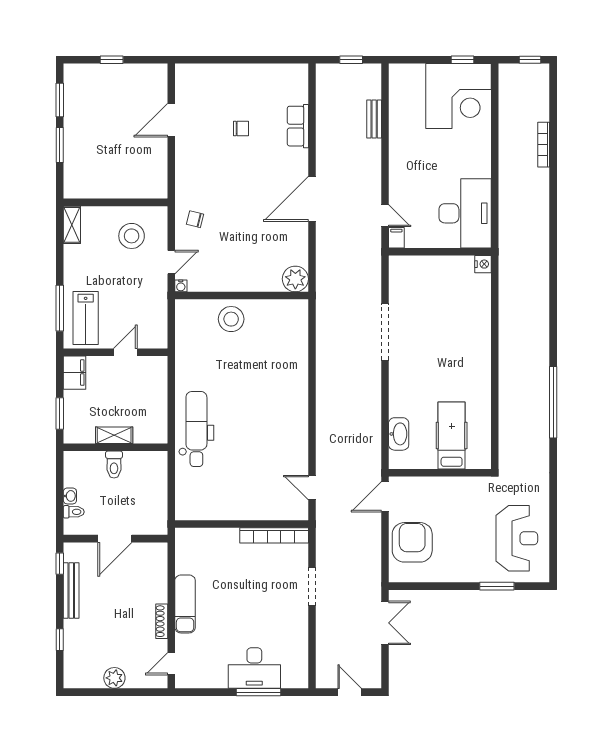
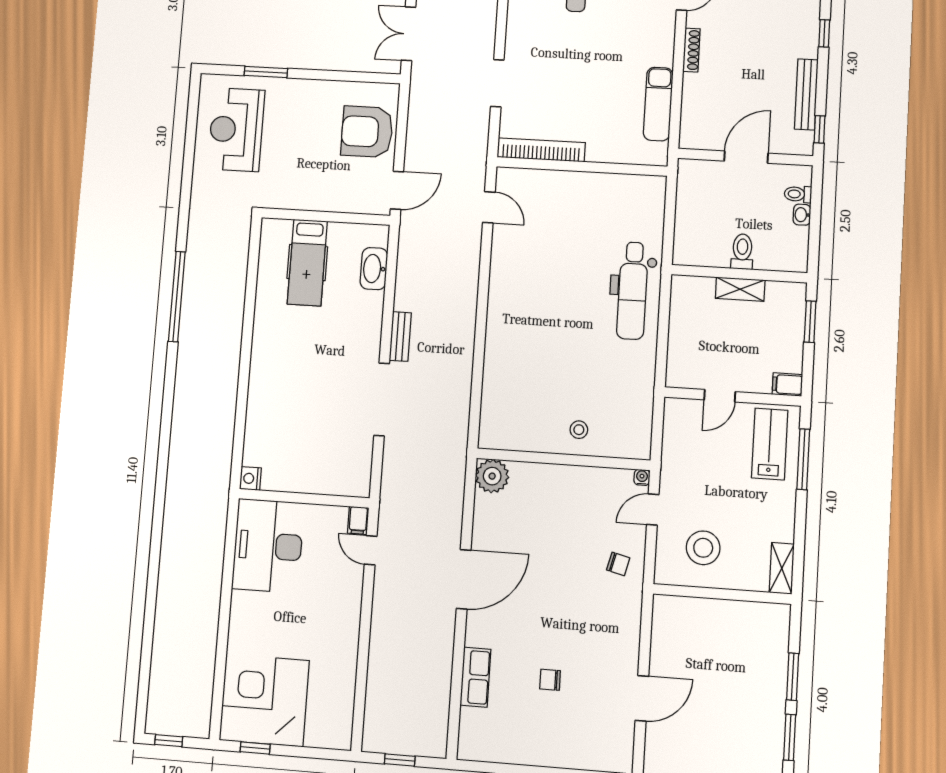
bench: (374, 119) -> (400, 337), moved
bookcase: (544, 145) -> (161, 628), removed
stool: (231, 319) -> (579, 430), width x0.53, depth x0.53
filing cabinet: (75, 373) -> (787, 384), width x0.50
armchair: (412, 542) -> (367, 132), turned 90
exam couch: (185, 604) -> (658, 104), moved

